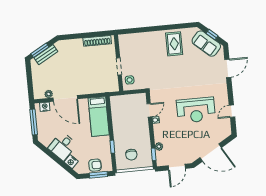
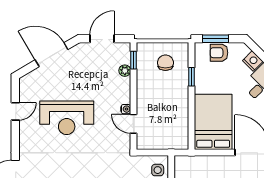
door: (149, 110) -> (133, 124), hinge flipped
reception desk: (196, 110) -> (67, 118), turned 180
bed: (99, 117) -> (213, 122), width x1.50

